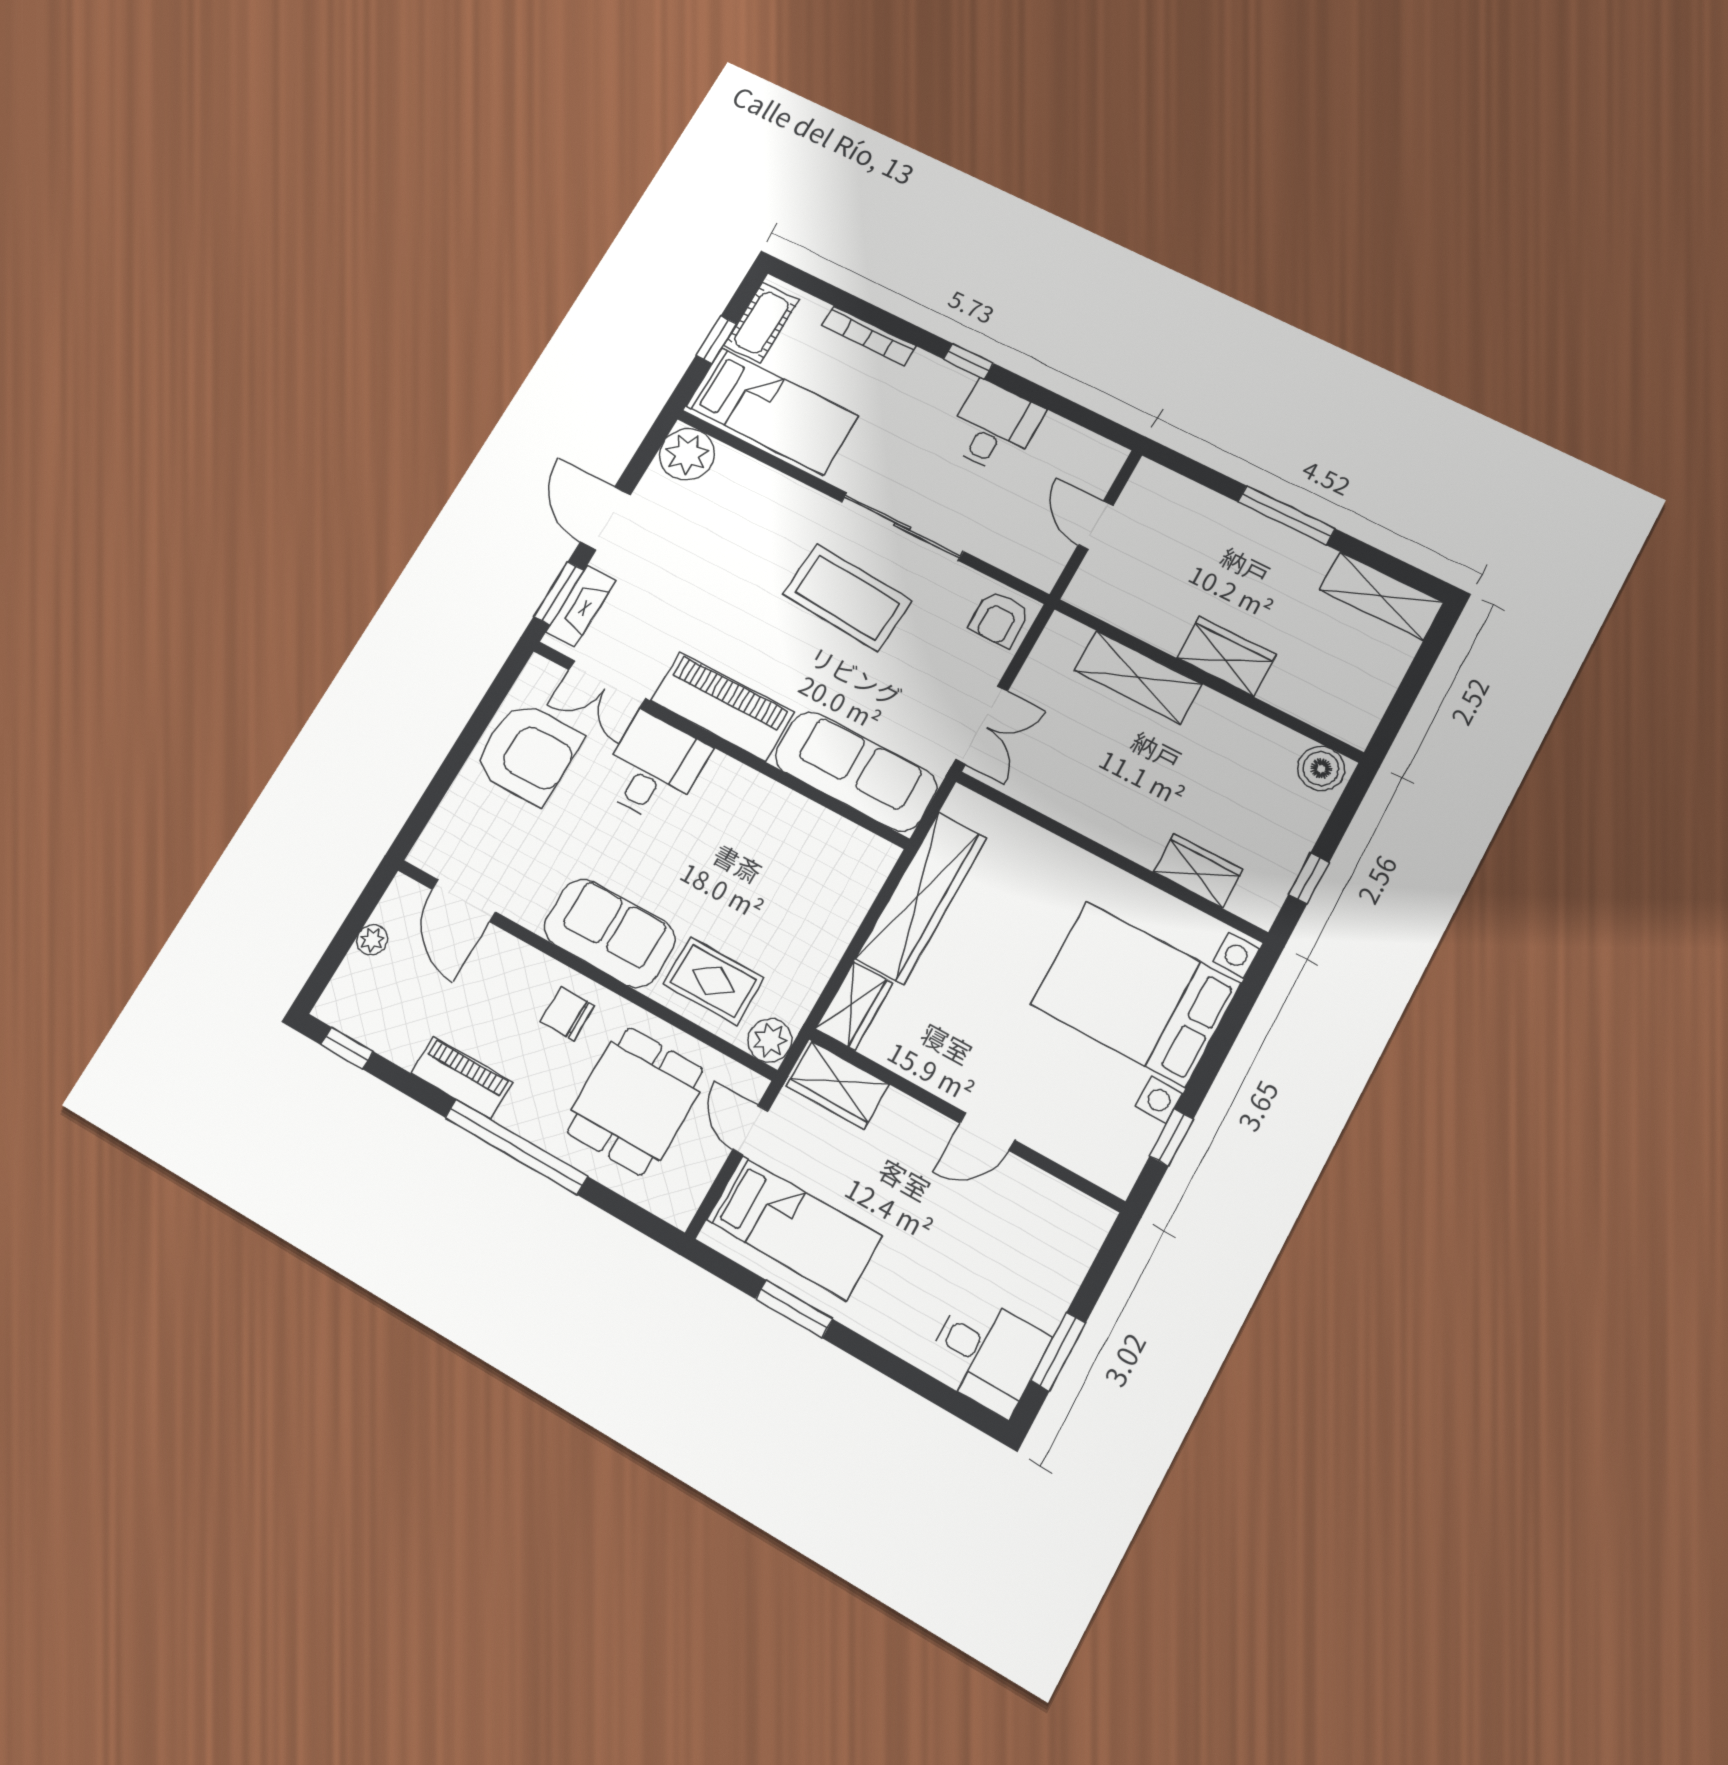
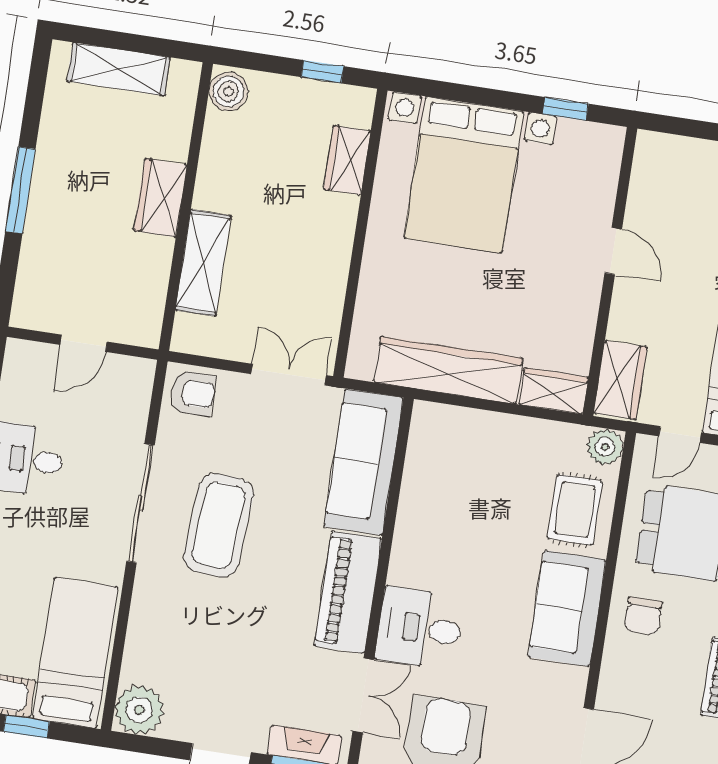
shelving: (1381, 596) -> (119, 69), moved, turned 90

